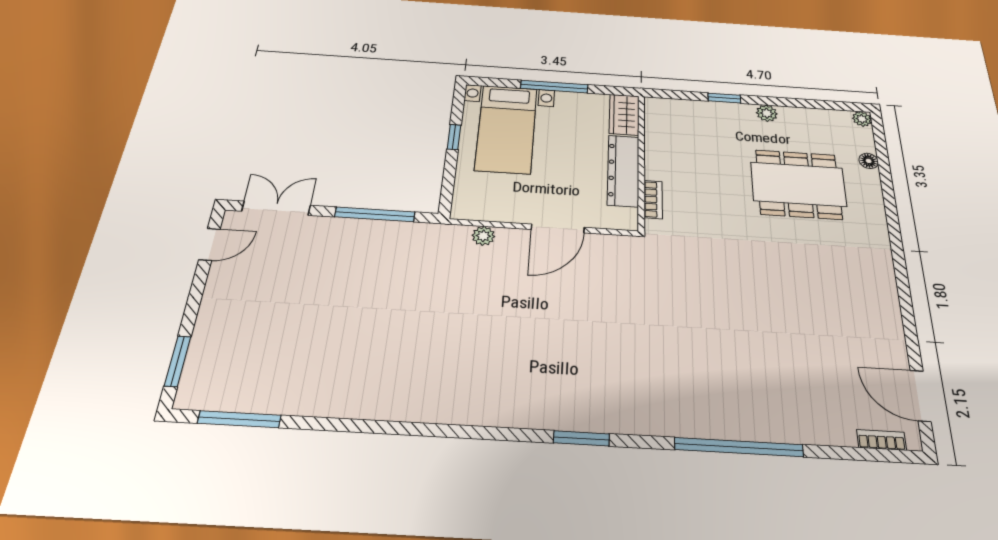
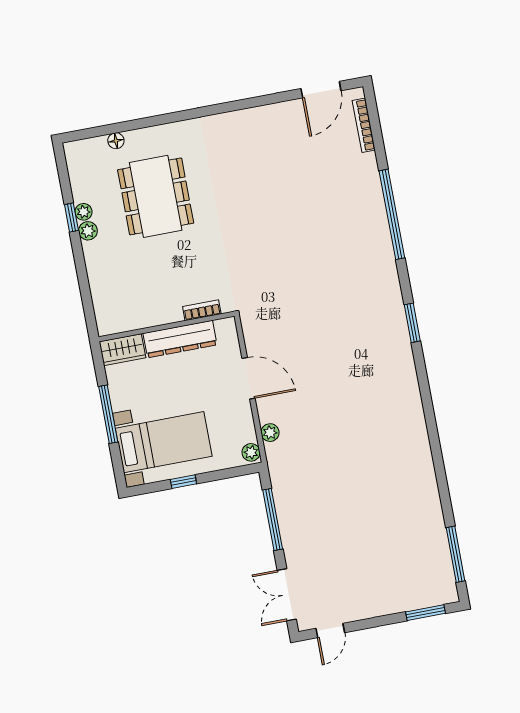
window: (724, 98) -> (71, 218), moved
plant: (862, 119) -> (83, 212), moved
plant: (466, 211) -> (251, 452), added
door: (209, 244) -> (330, 630), swing flipped
bookcase: (881, 440) -> (364, 125), width x1.56

